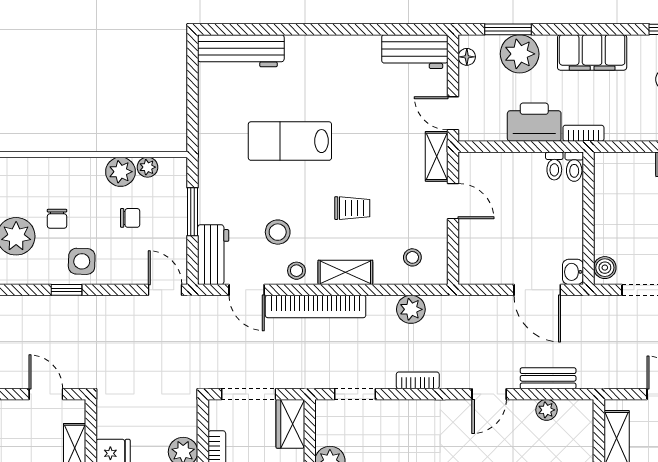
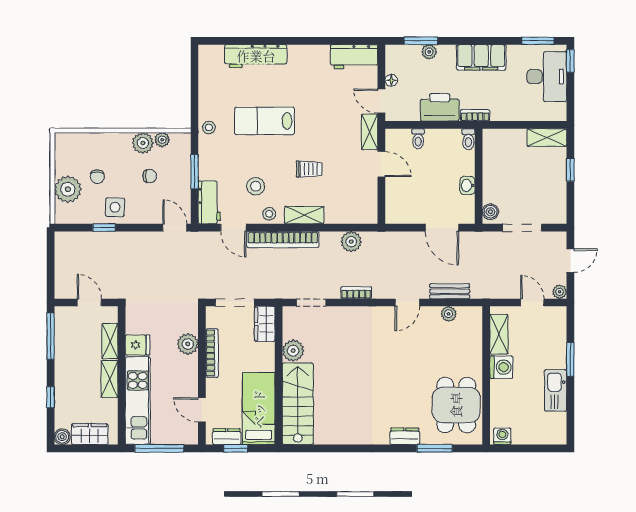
workbench: (241, 51) -> (256, 56), moved
plant: (520, 54) -> (429, 52), width x0.53, depth x0.53
floor lamp: (467, 57) -> (391, 80), moved
toilet: (554, 166) -> (418, 139), moved
stool: (412, 257) -> (209, 127), moved
washbasin: (573, 272) -> (468, 185), moved

